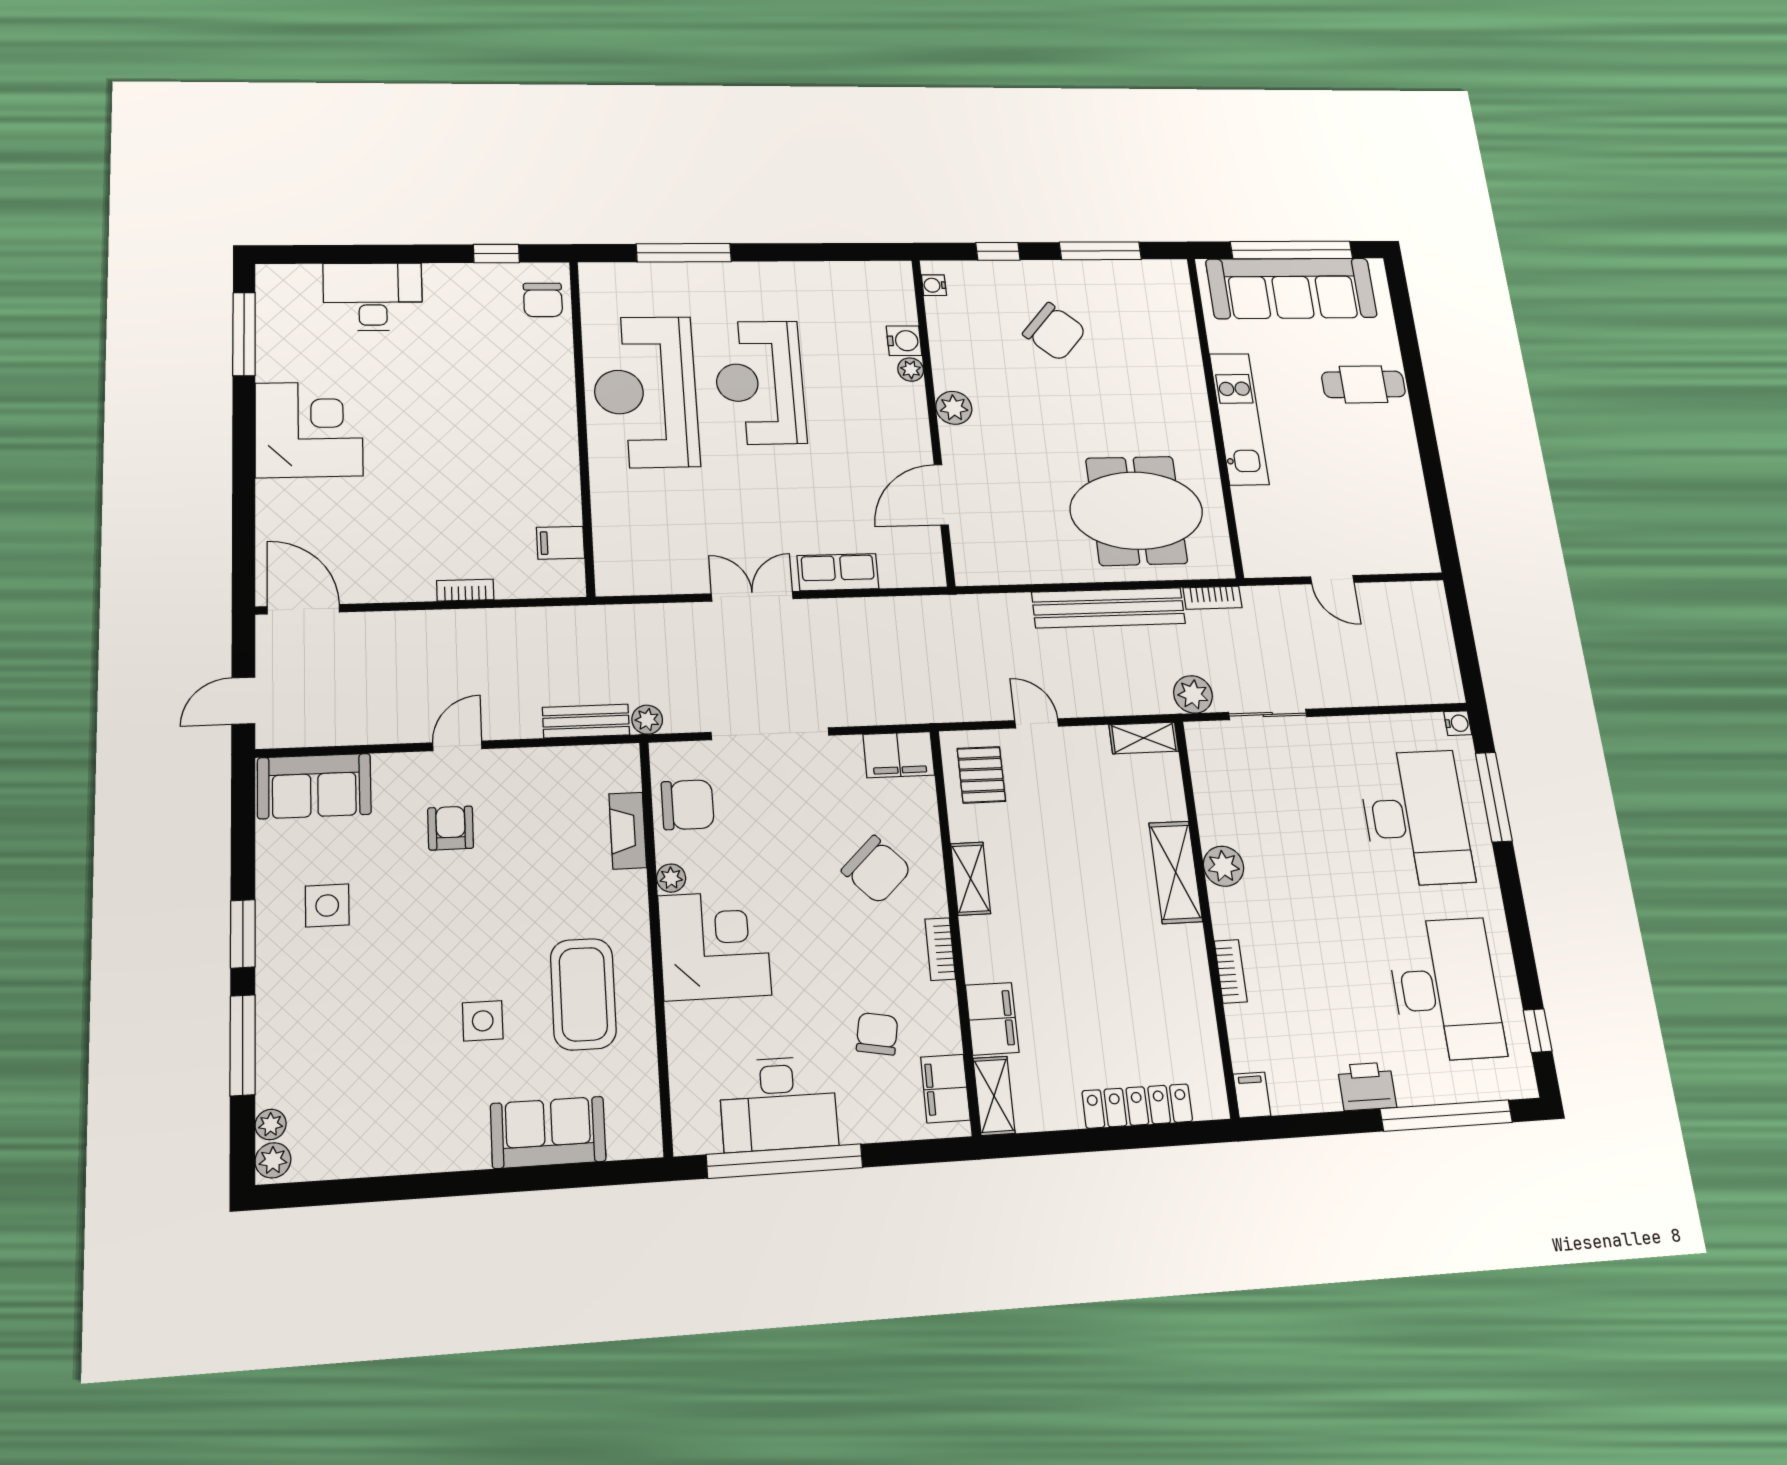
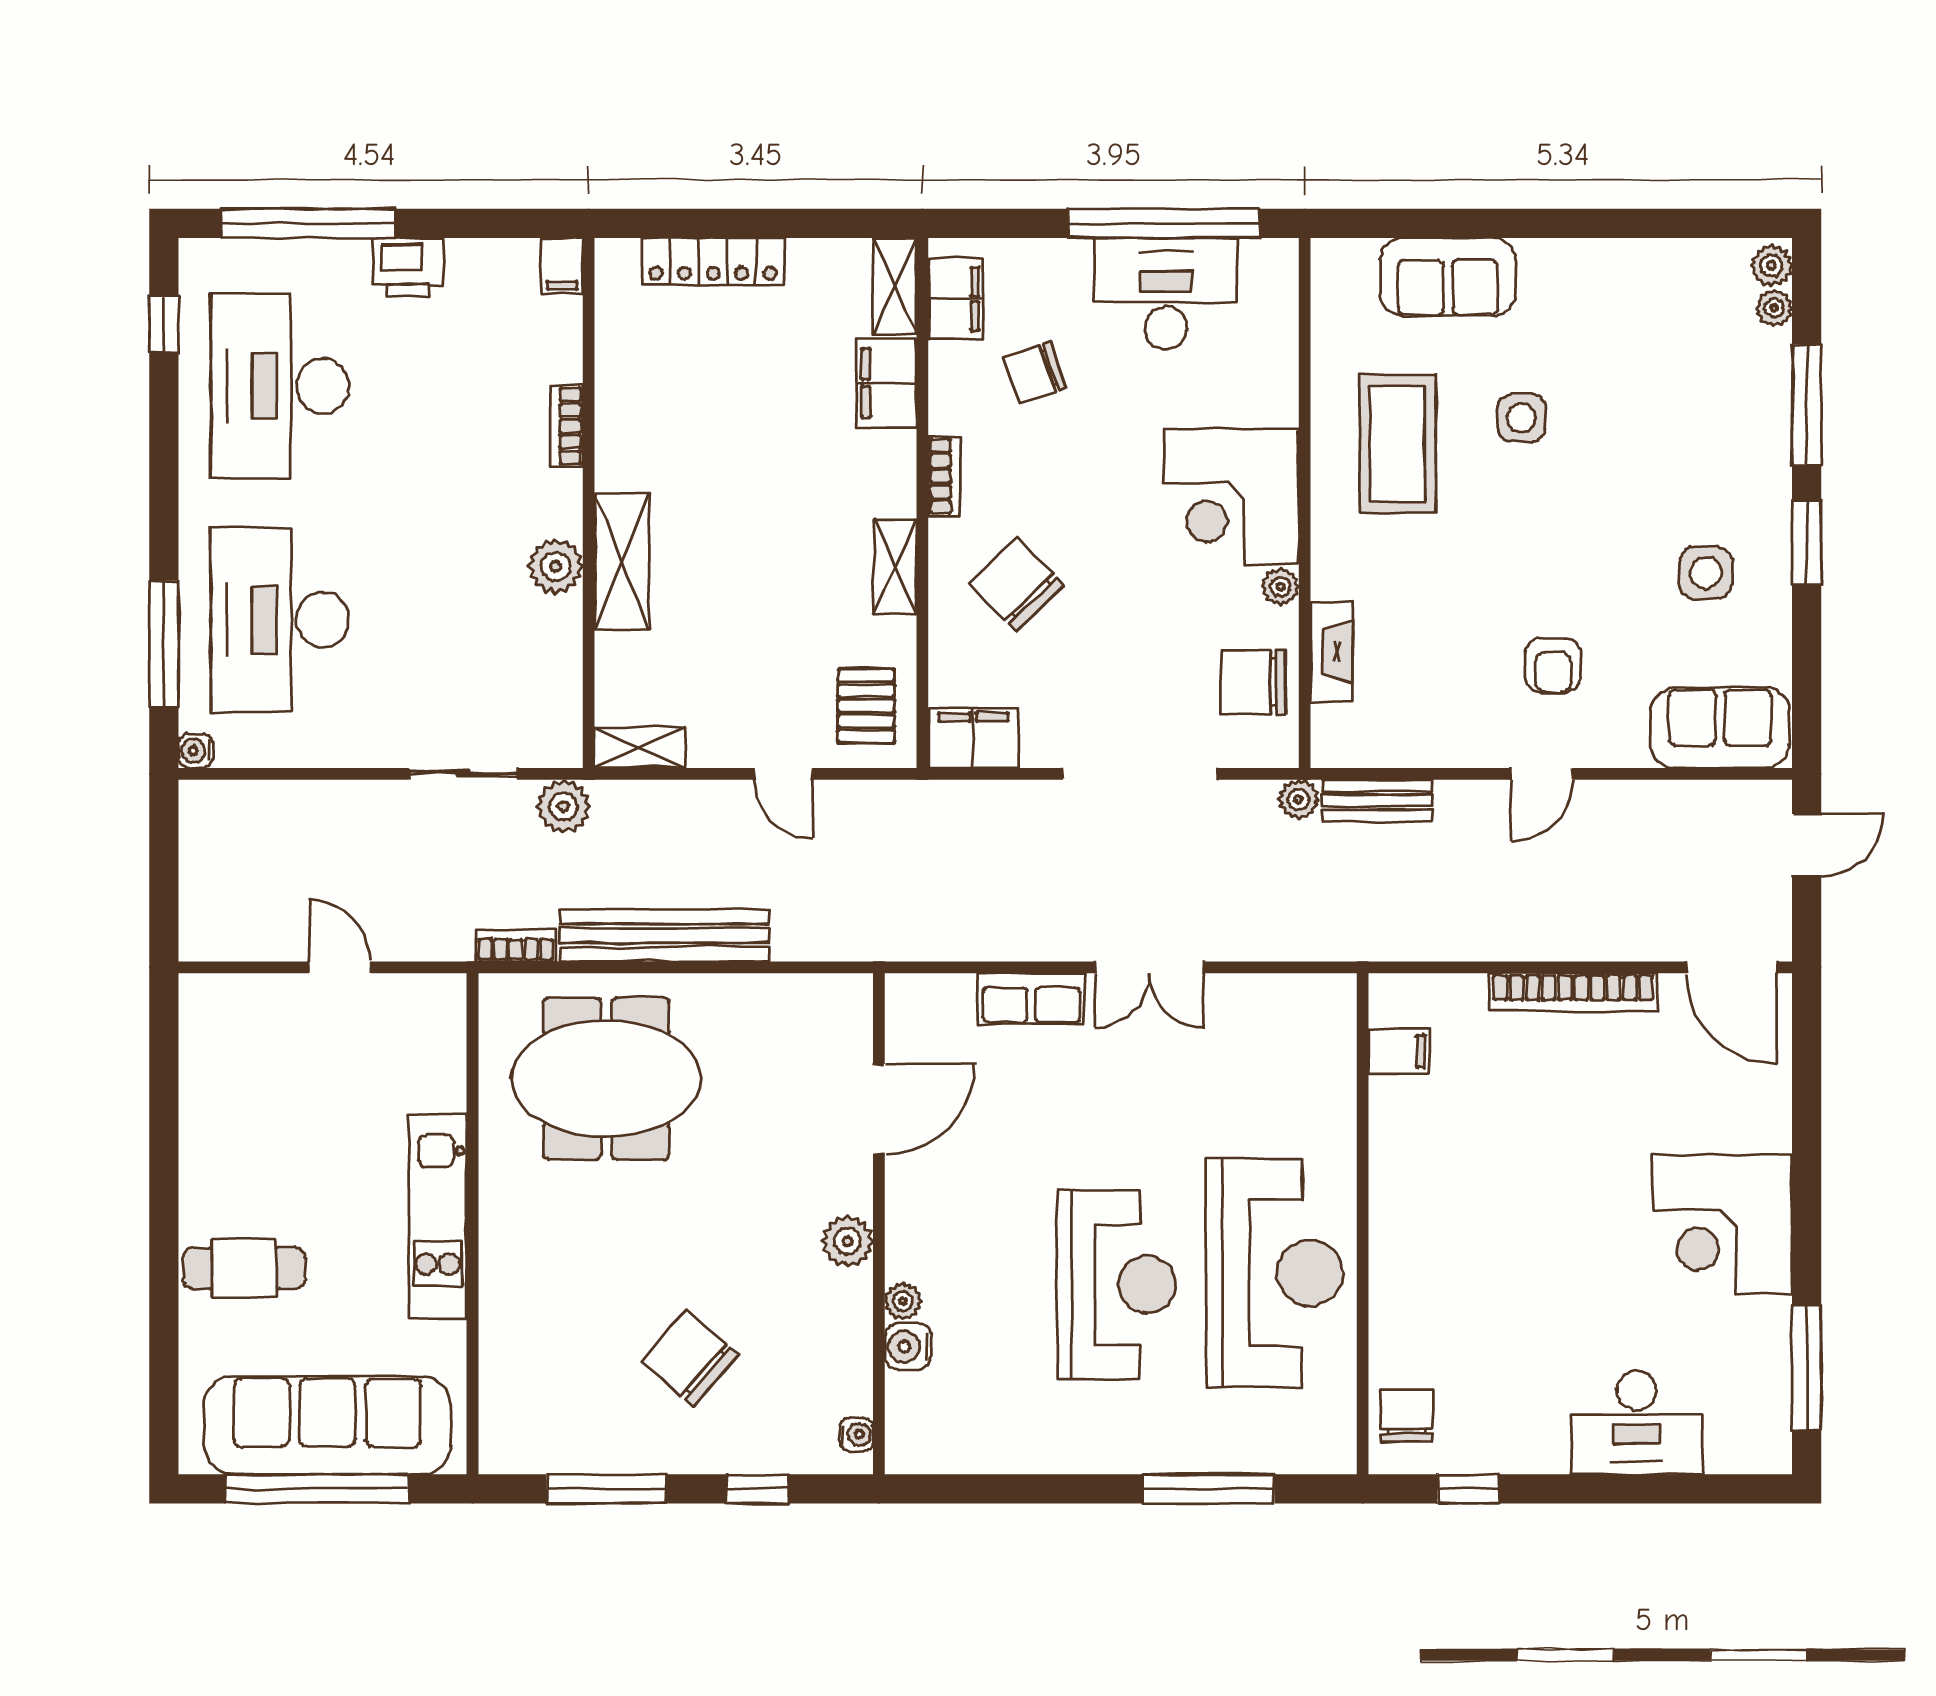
bookcase: (465, 590) -> (1573, 992), width x2.31, depth x1.31
chair: (877, 1034) -> (1035, 373), turned 61

